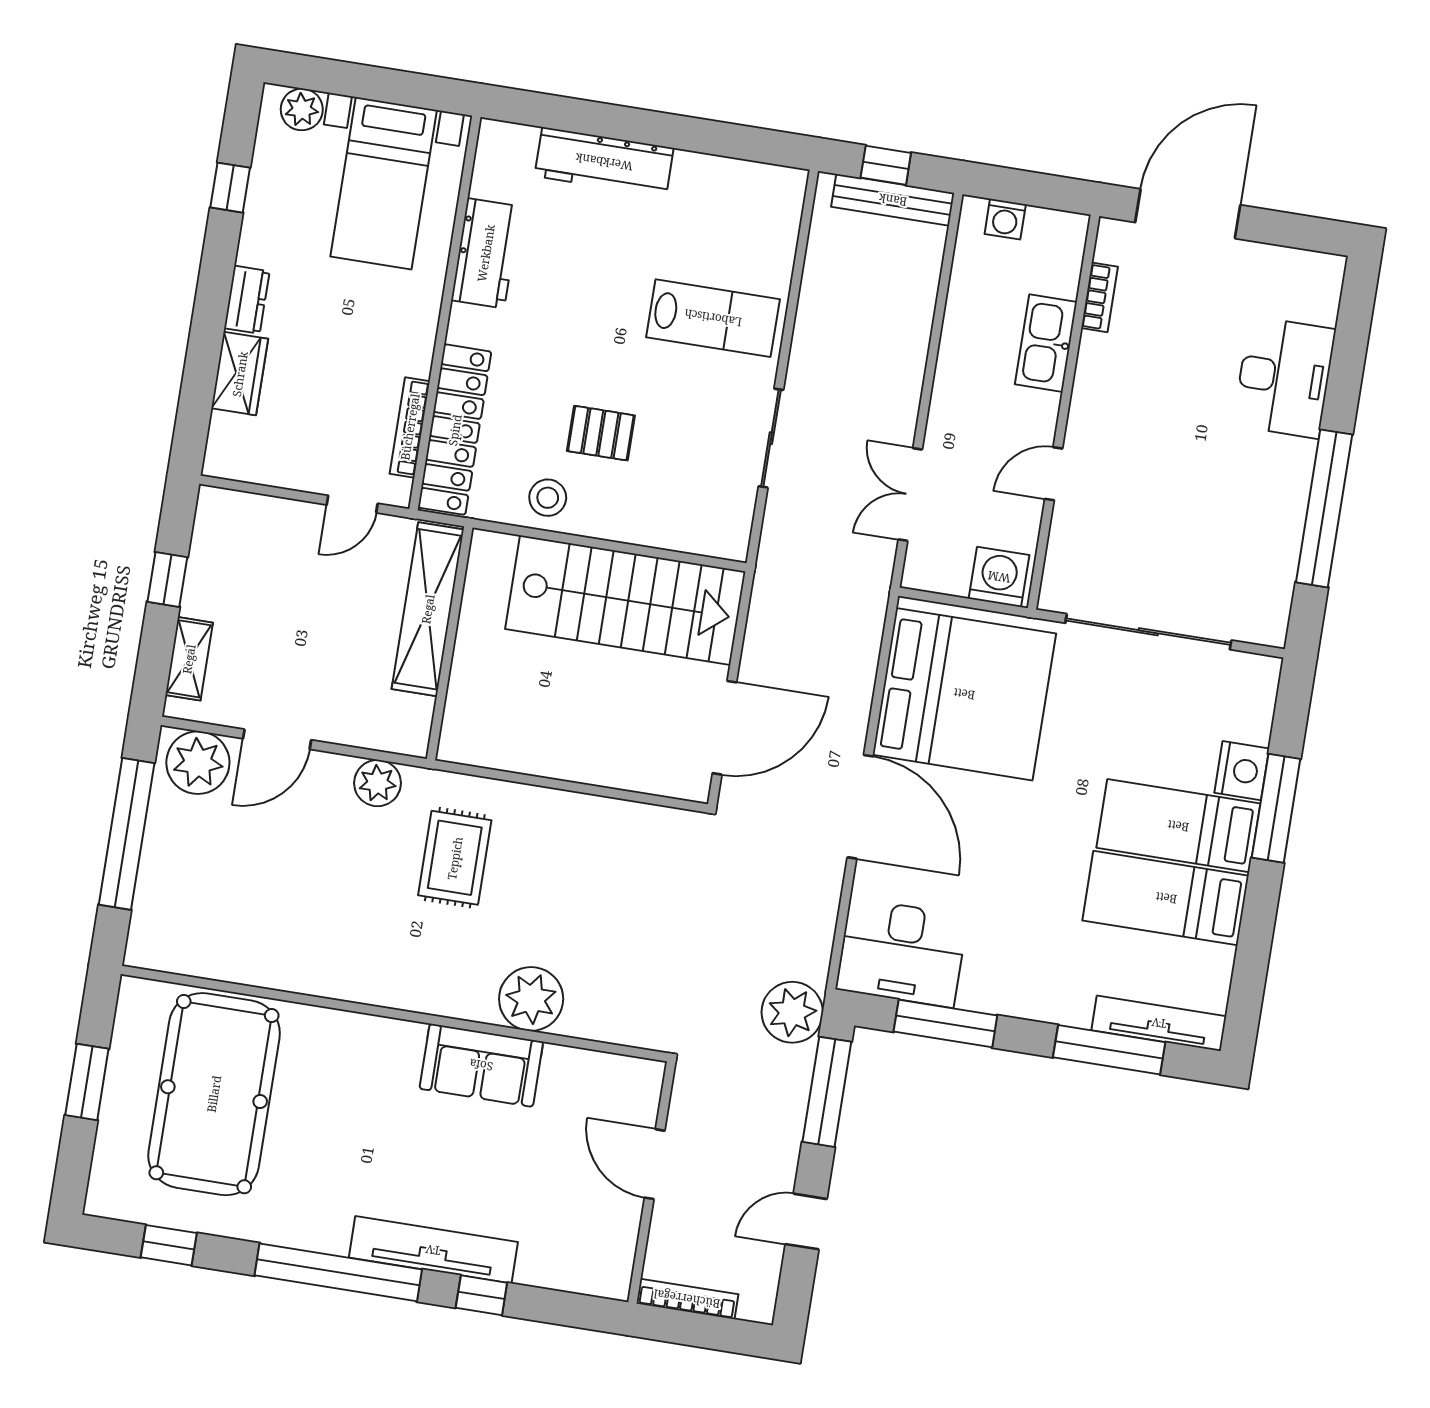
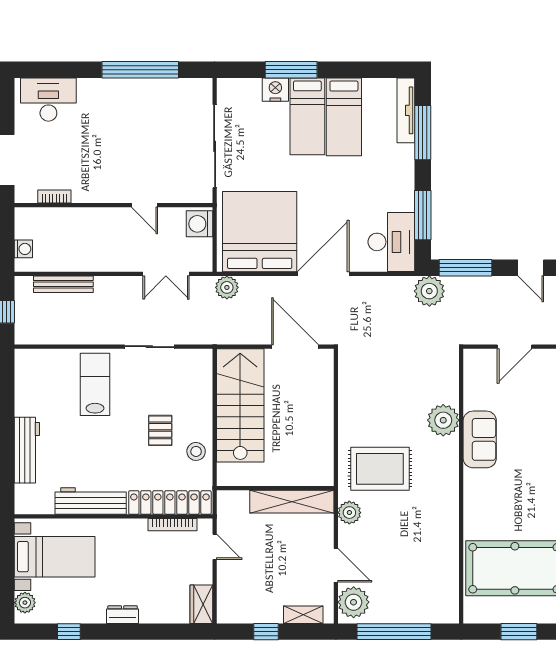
bench: (893, 200) -> (63, 284), moved, turned 90
workbench: (486, 253) -> (91, 501), width x1.38
kitchen sink: (1046, 343) -> (81, 219), removed
wardrobe: (240, 374) -> (201, 604), moved, turned -90
desk: (1284, 377) -> (48, 100), moved
shelving: (428, 609) -> (292, 502), moved
plant: (864, 611) -> (227, 287), added
rug: (455, 858) -> (380, 469), width x1.36, depth x1.43

